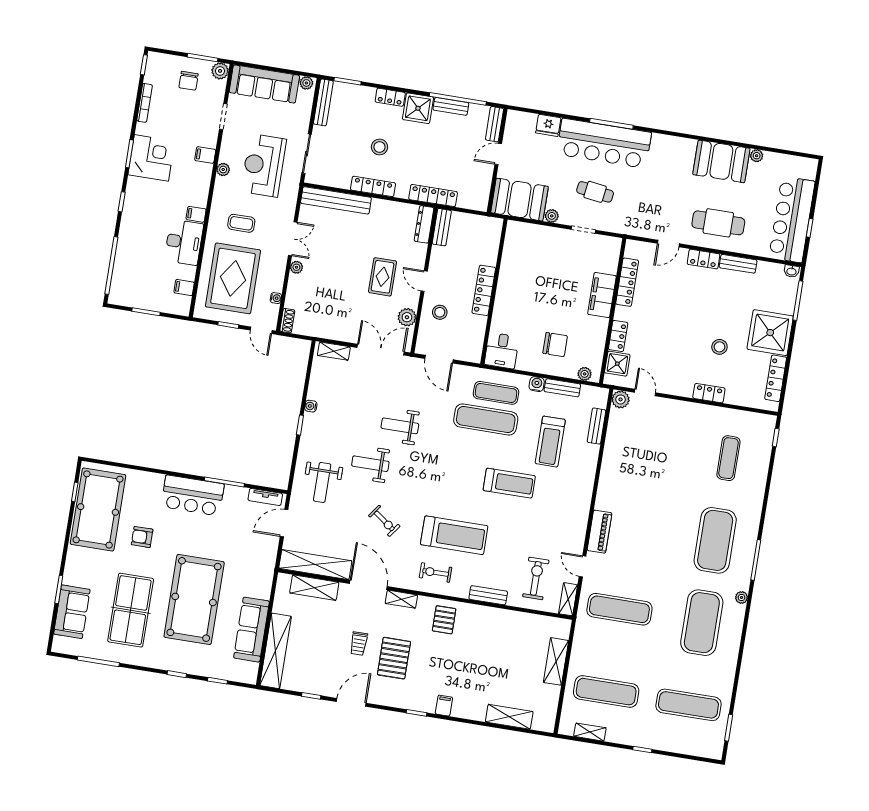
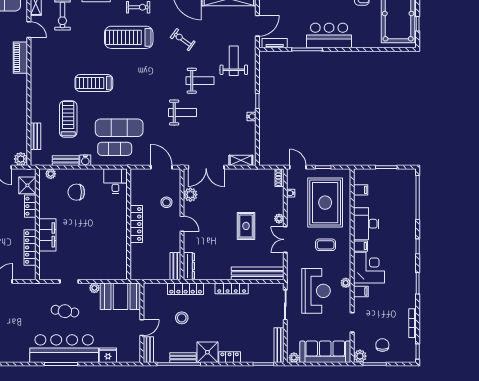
stool: (379, 147) -> (182, 318), moved
corner desk: (151, 158) -> (369, 268), moved, turned 180
rug: (383, 277) -> (246, 226), moved

